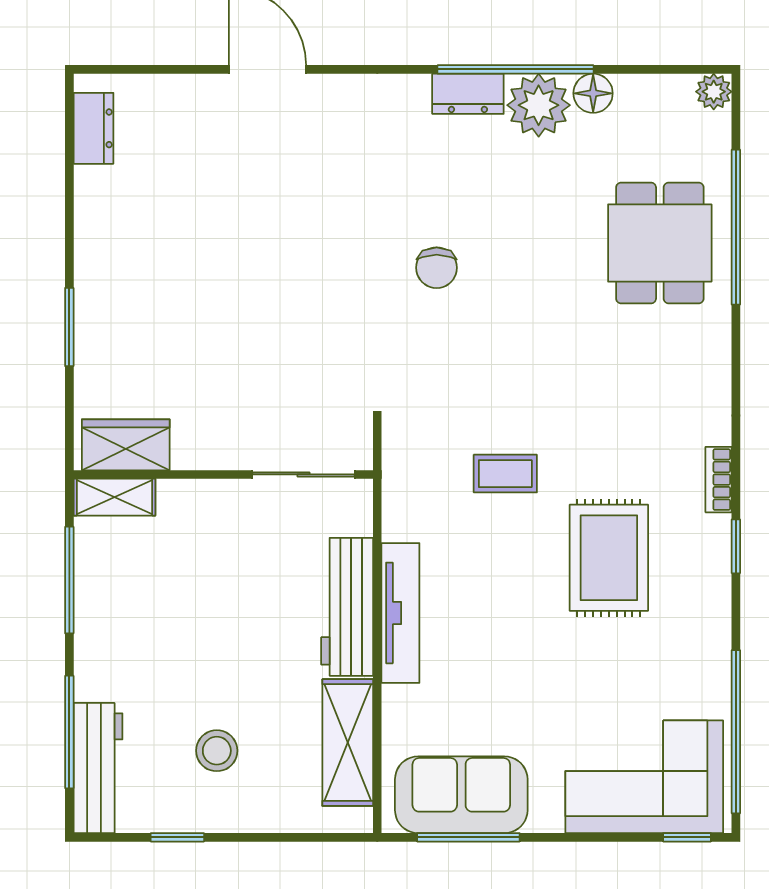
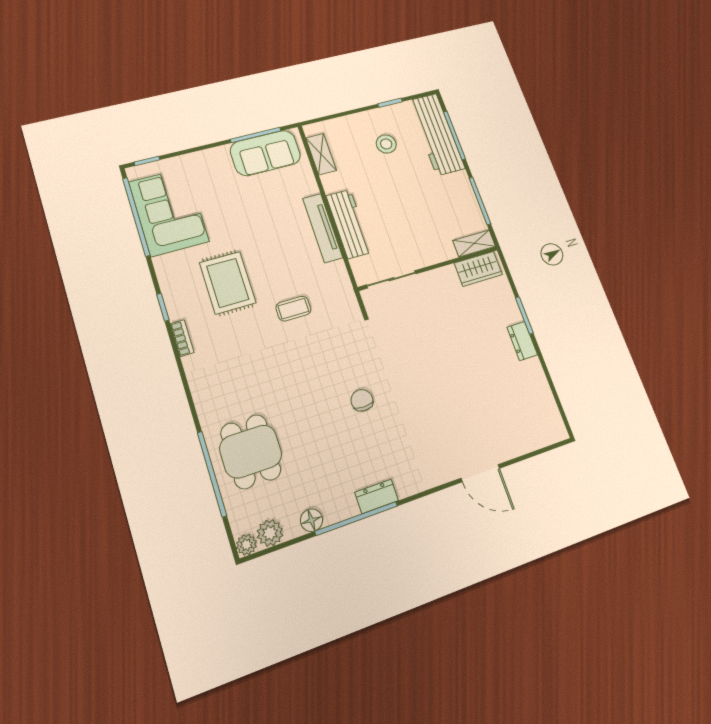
plant: (539, 105) -> (270, 533), moved, width x0.73, depth x0.73
dresser: (93, 128) -> (522, 341), moved
shelving: (348, 743) -> (321, 154), width x0.67, depth x0.75
workbench: (98, 768) -> (437, 134), width x1.36, depth x1.32
corner sofa: (644, 777) -> (169, 212), moved, turned -90

